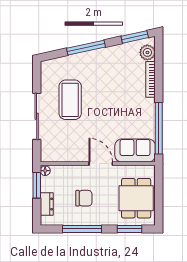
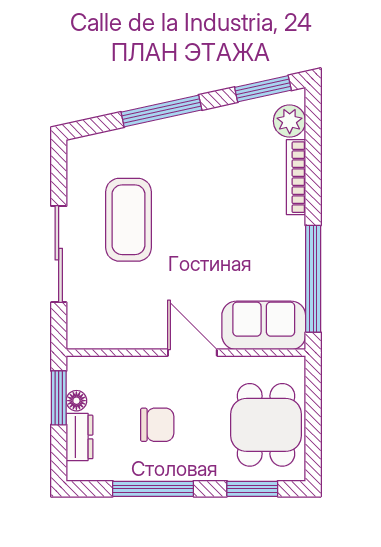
floor lamp: (45, 171) -> (76, 401), moved

